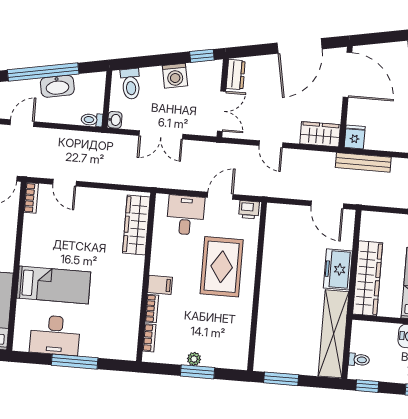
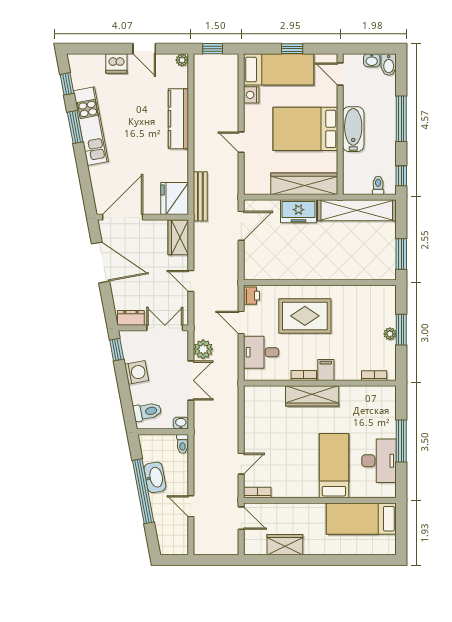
fridge: (355, 137) -> (175, 198), width x1.88, depth x1.34
door: (271, 144) -> (191, 281), swing flipped
plant: (194, 151) -> (203, 349), added
wardrobe: (136, 225) -> (312, 396), moved
bookcase: (152, 309) -> (304, 376), moved

